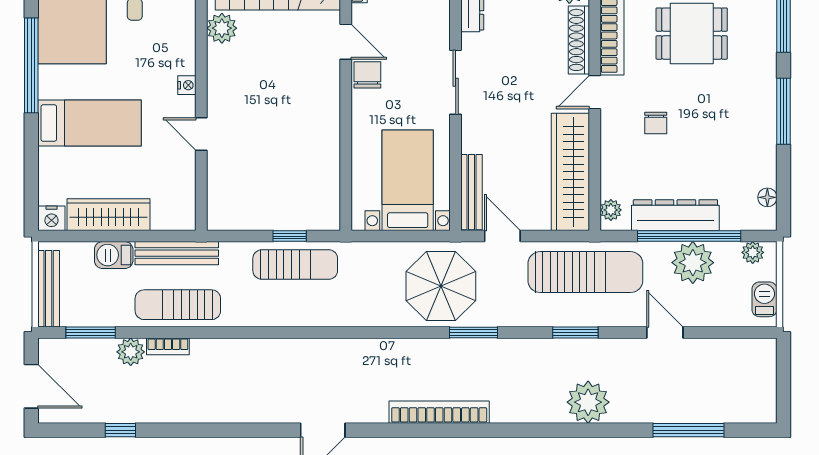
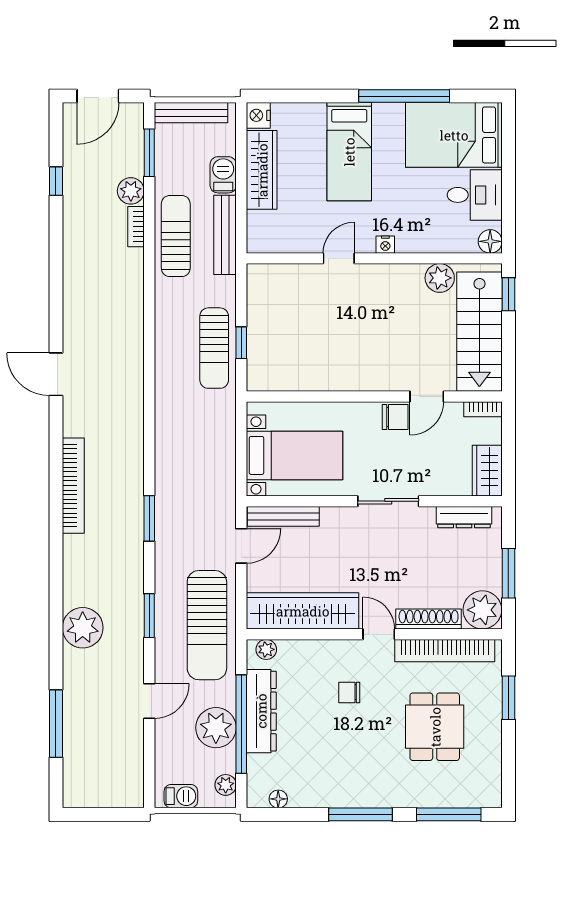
parasol: (441, 286) -> (194, 487), removed

